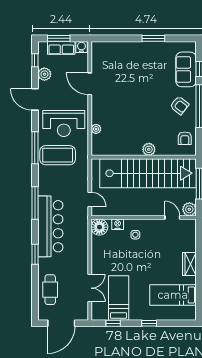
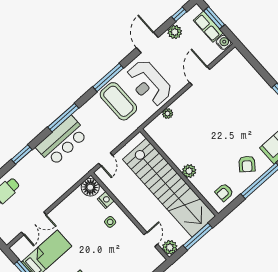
bar counter: (50, 226) -> (62, 141), width x0.73

